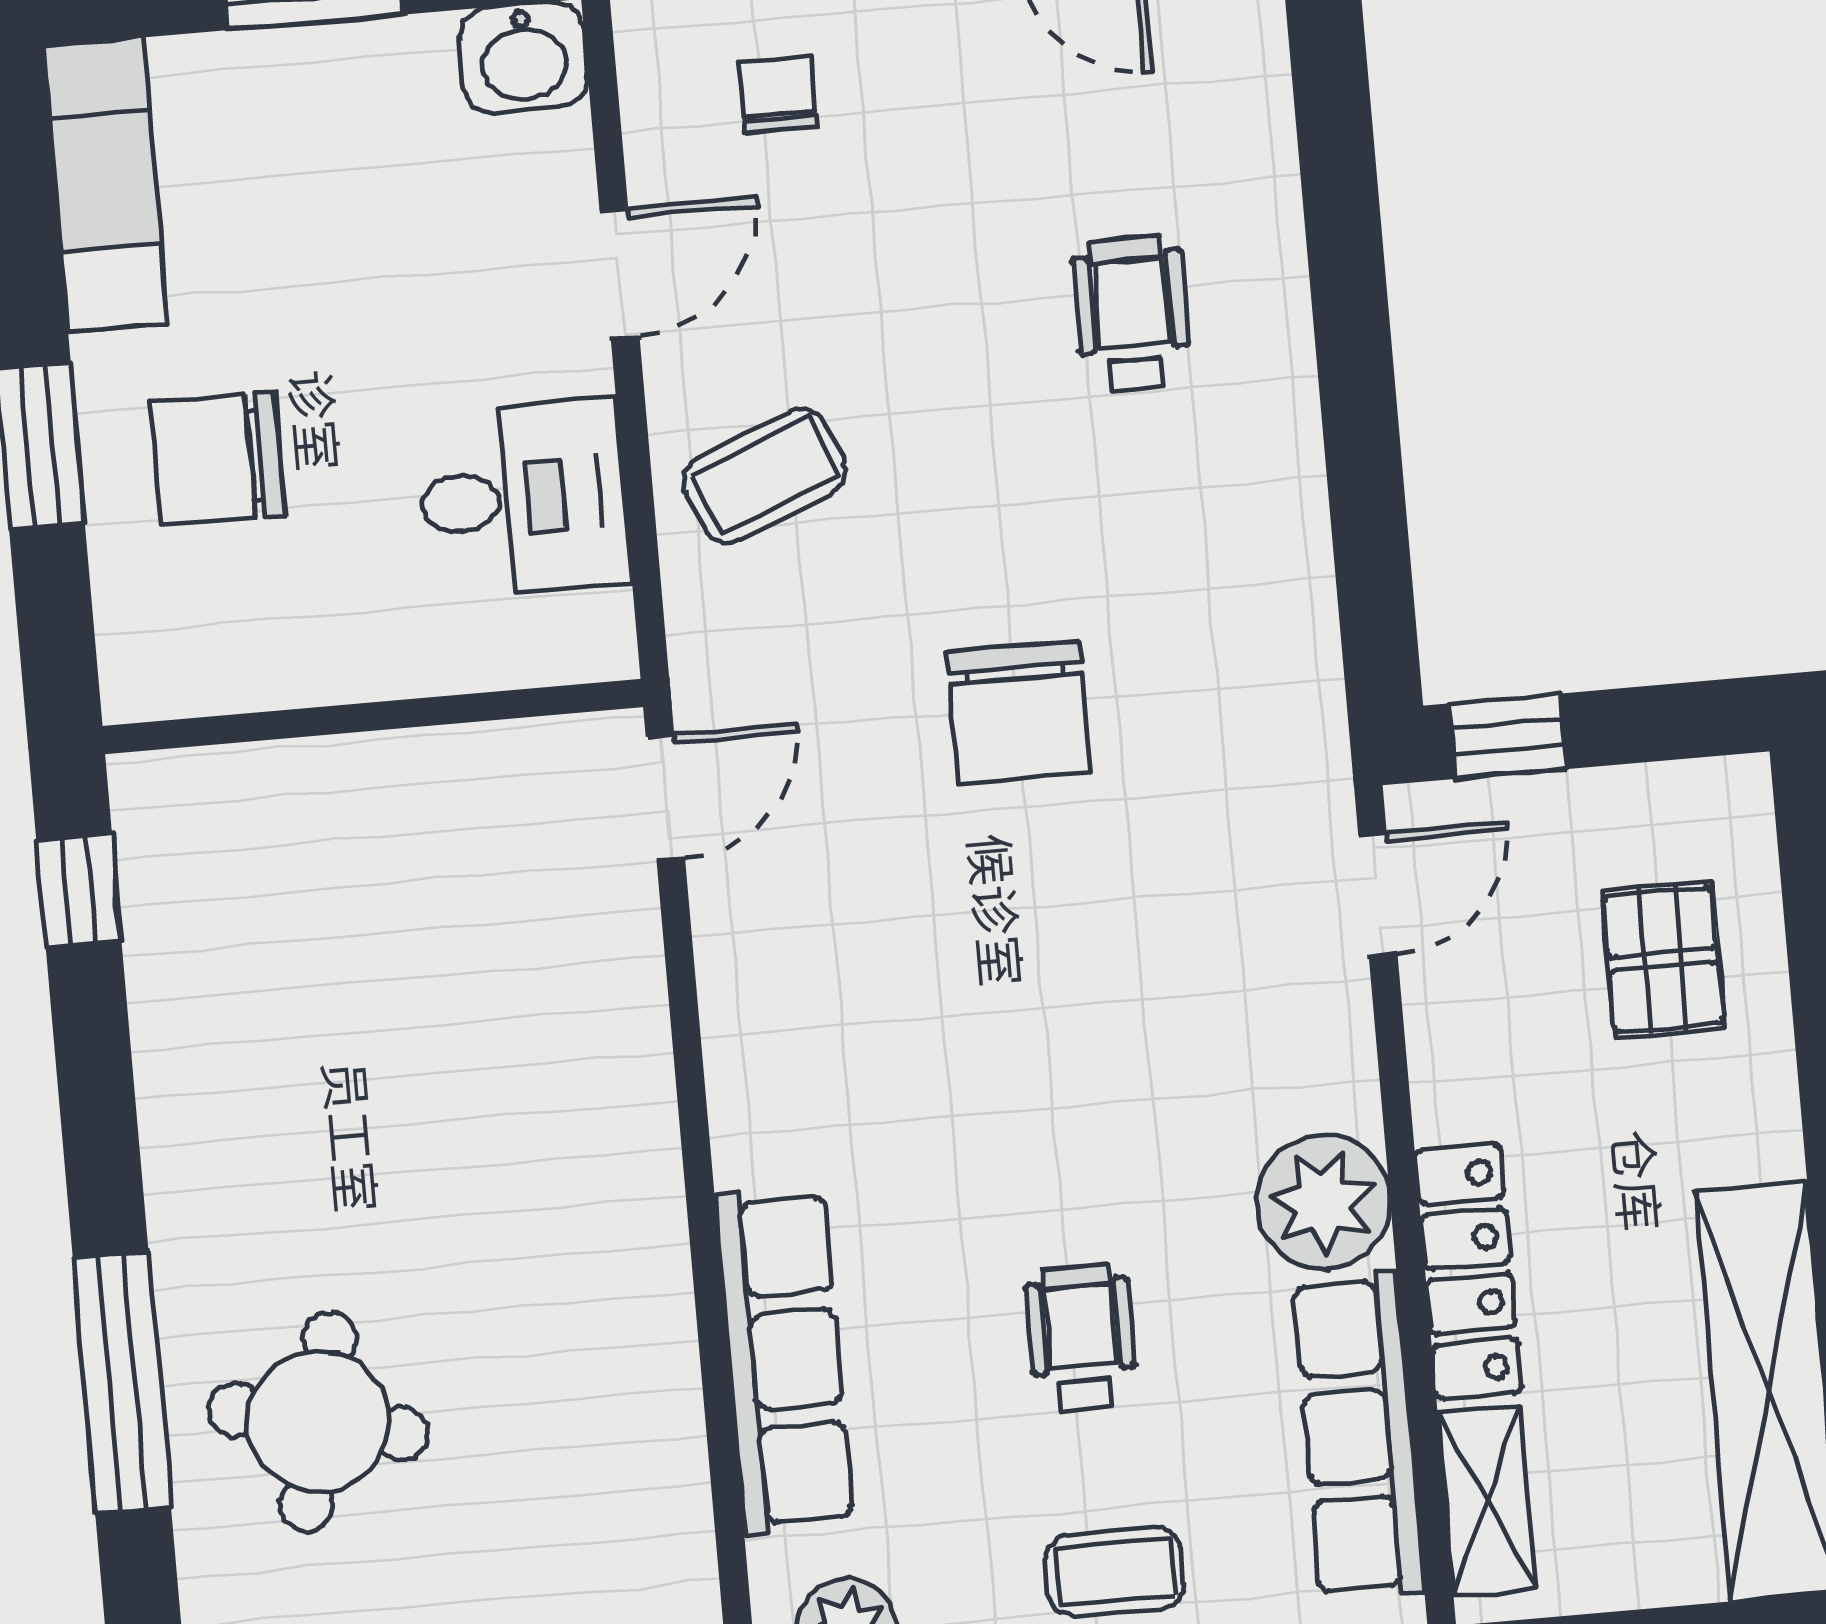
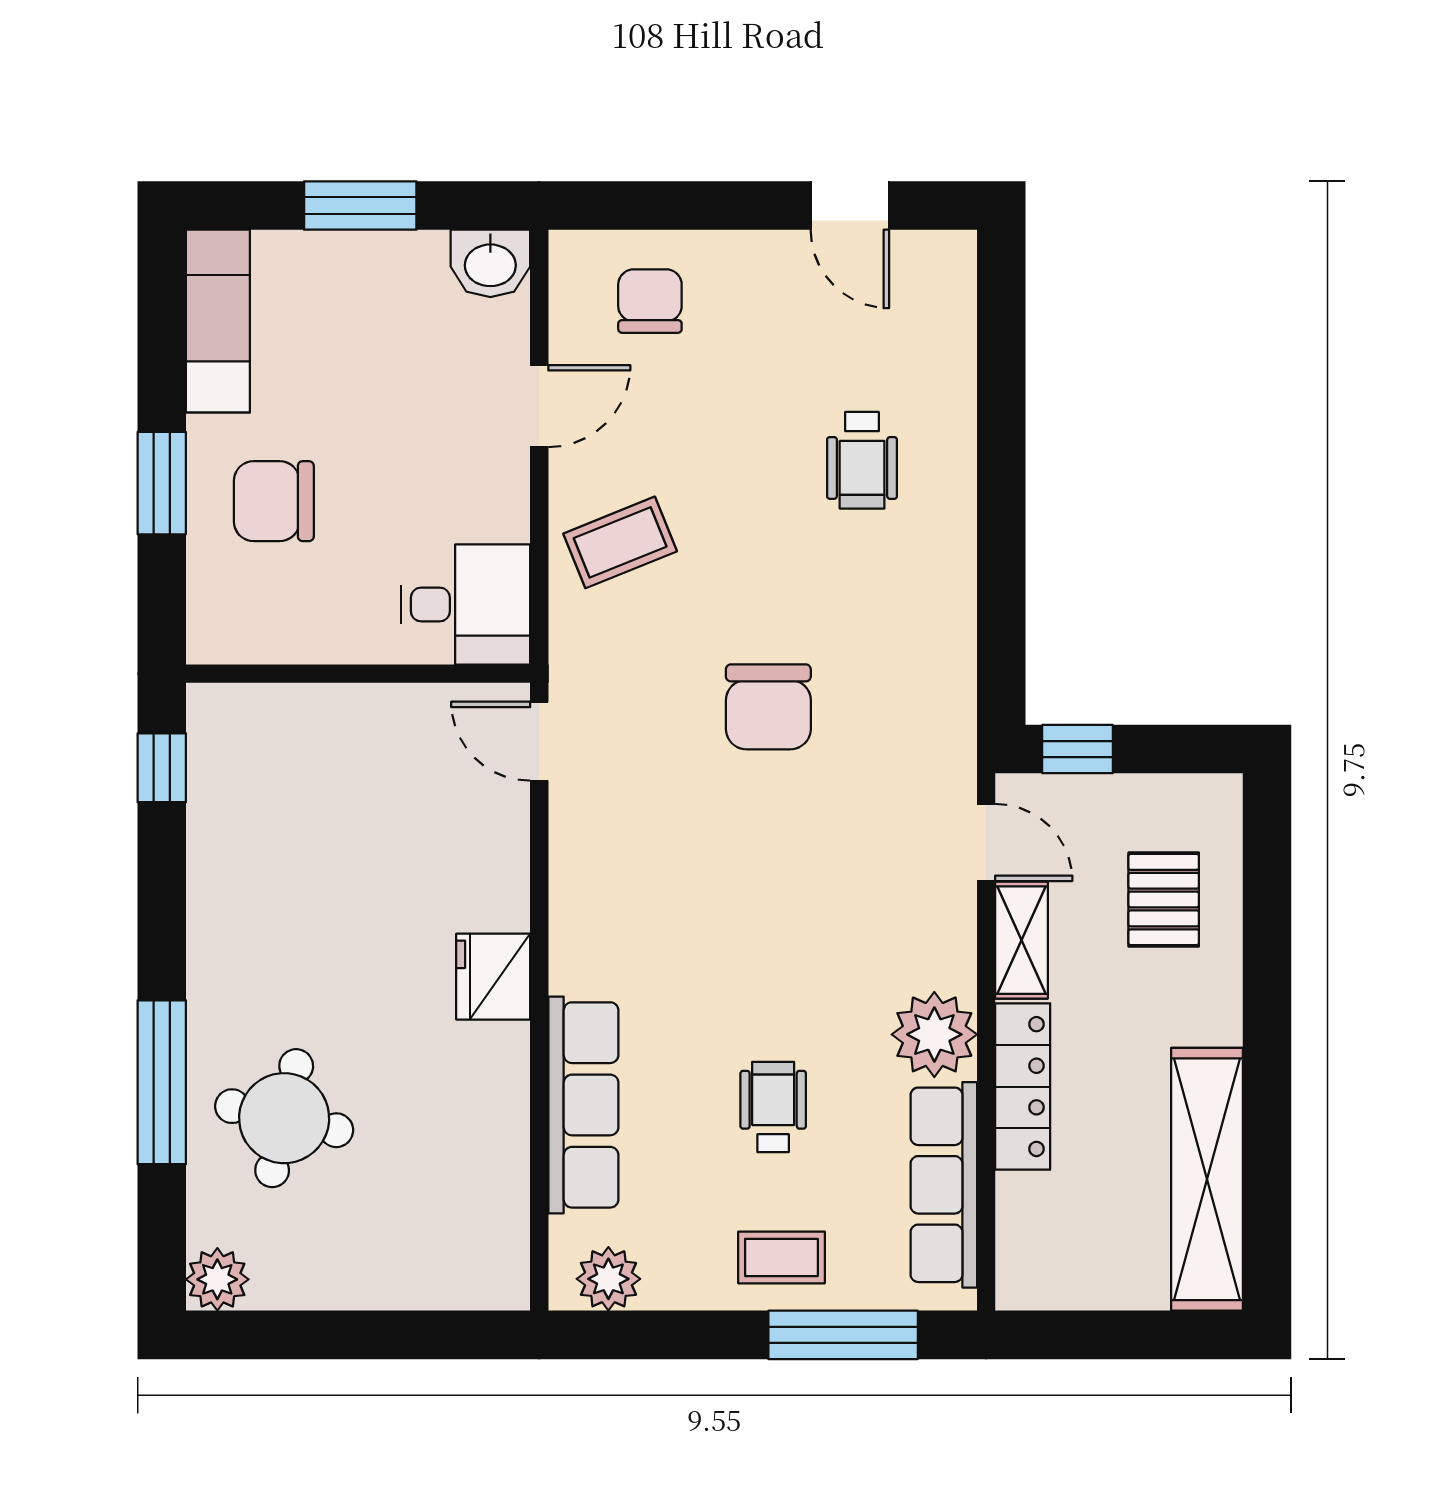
chair: (778, 94) -> (650, 301), width x1.37, depth x1.37
wheelchair: (1132, 314) -> (862, 460), turned 180
desk: (523, 498) -> (465, 604), moved
door: (665, 797) -> (539, 741), swing flipped
door: (1378, 895) -> (986, 842), hinge flipped
fridge: (626, 1172) -> (493, 977), added
shelving: (1487, 1500) -> (1021, 940), moved

